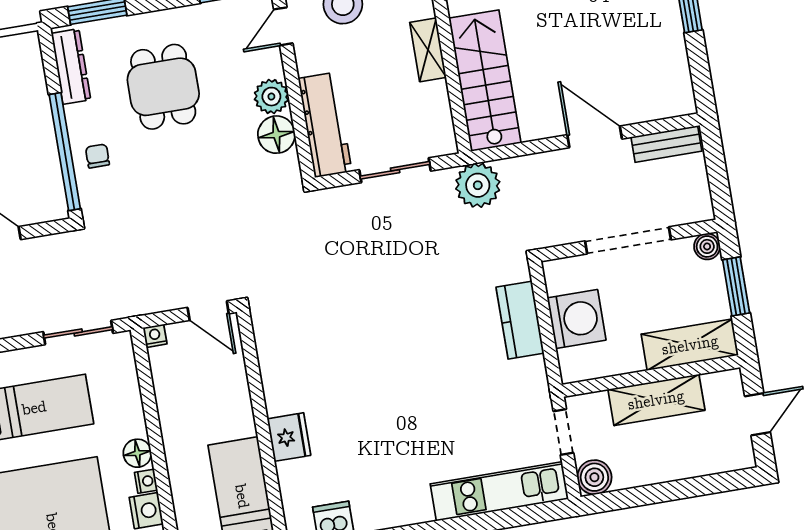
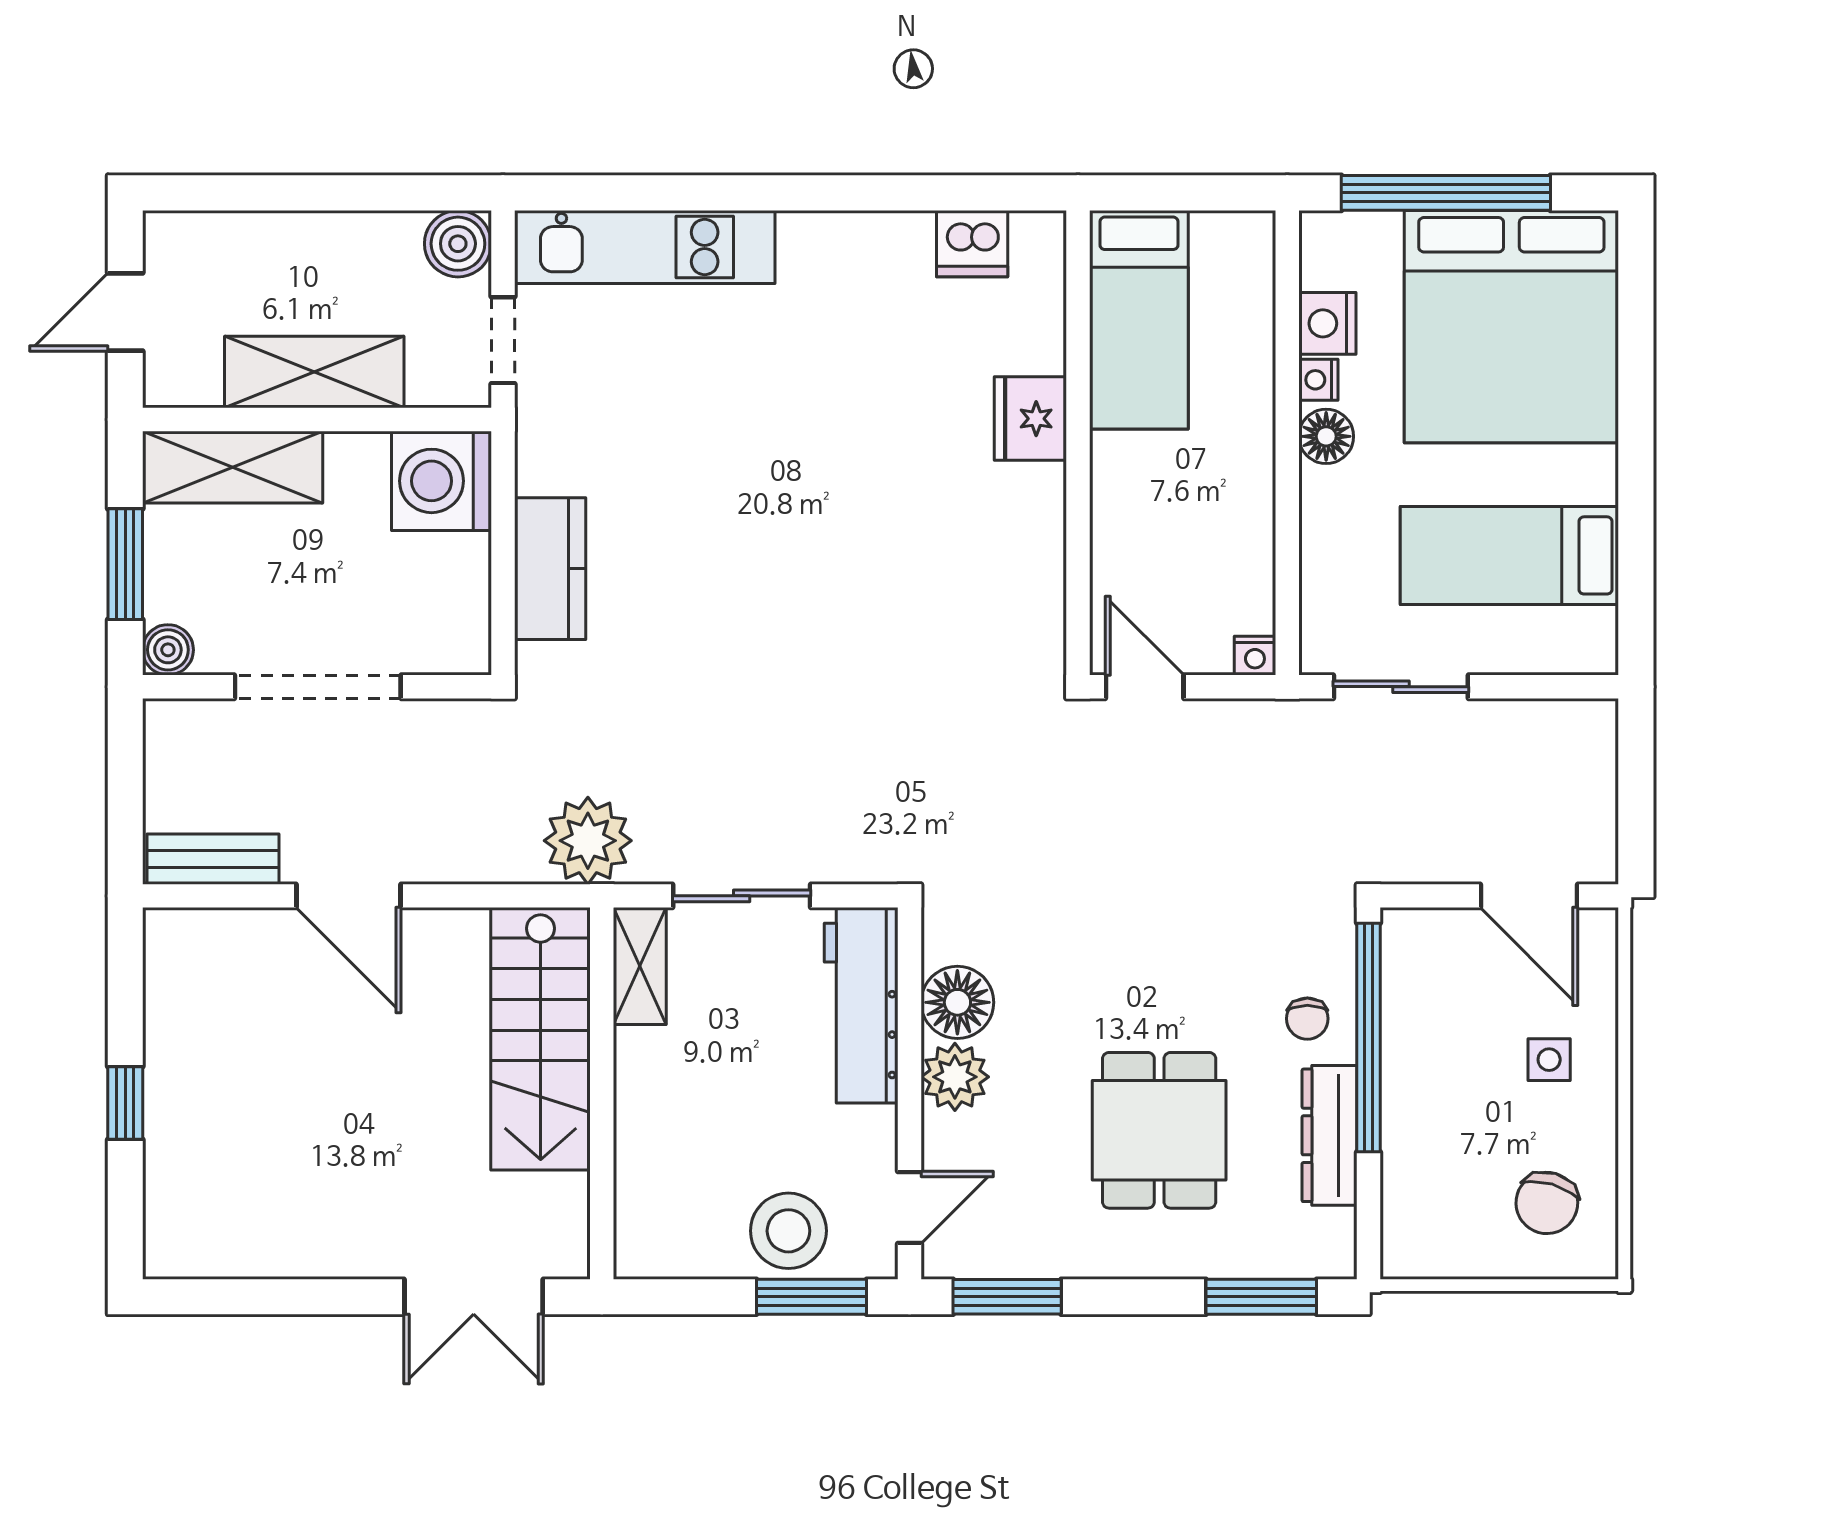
shelving: (428, 50) -> (640, 966), moved
dresser: (71, 67) -> (1330, 1135), moved
washing machine: (577, 319) -> (441, 481), moved

